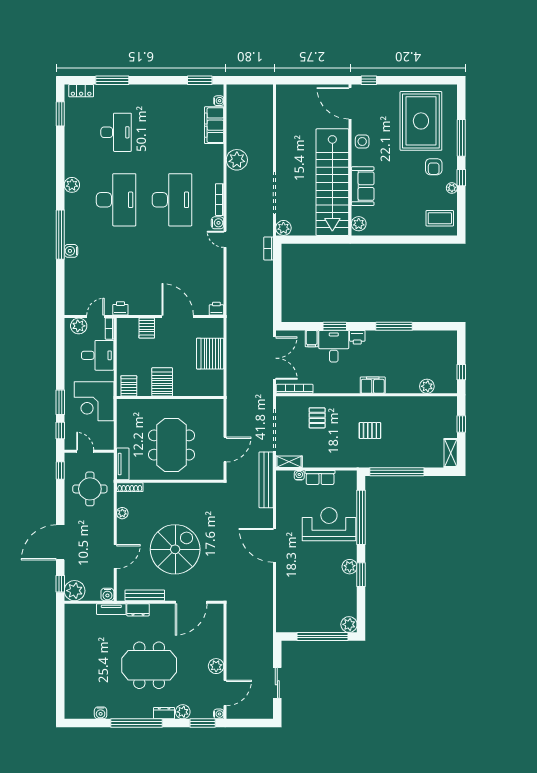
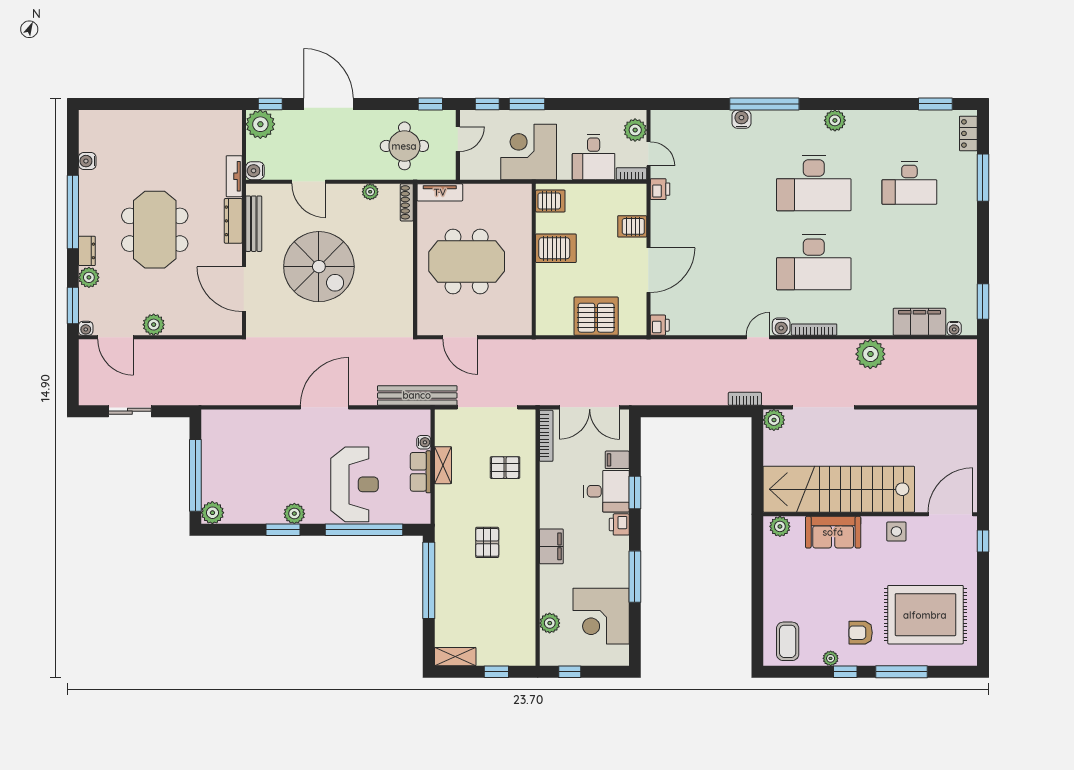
corner desk: (422, 350) -> (601, 616), added
shelving: (289, 462) -> (443, 465), moved
dresser: (138, 610) -> (233, 221), width x1.44

